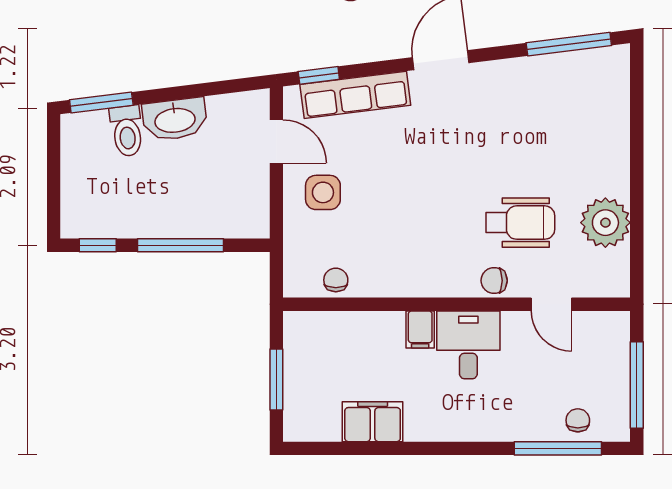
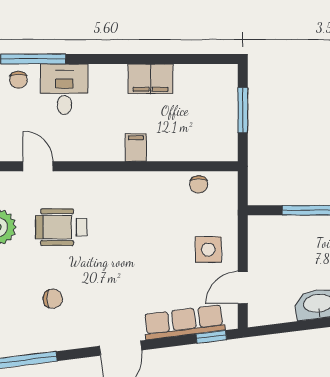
door: (276, 142) -> (243, 288), hinge flipped
chair: (494, 281) -> (53, 299), moved
desk: (468, 345) -> (64, 89), moved, turned 180
filing cabinet: (373, 422) -> (150, 79), moved

